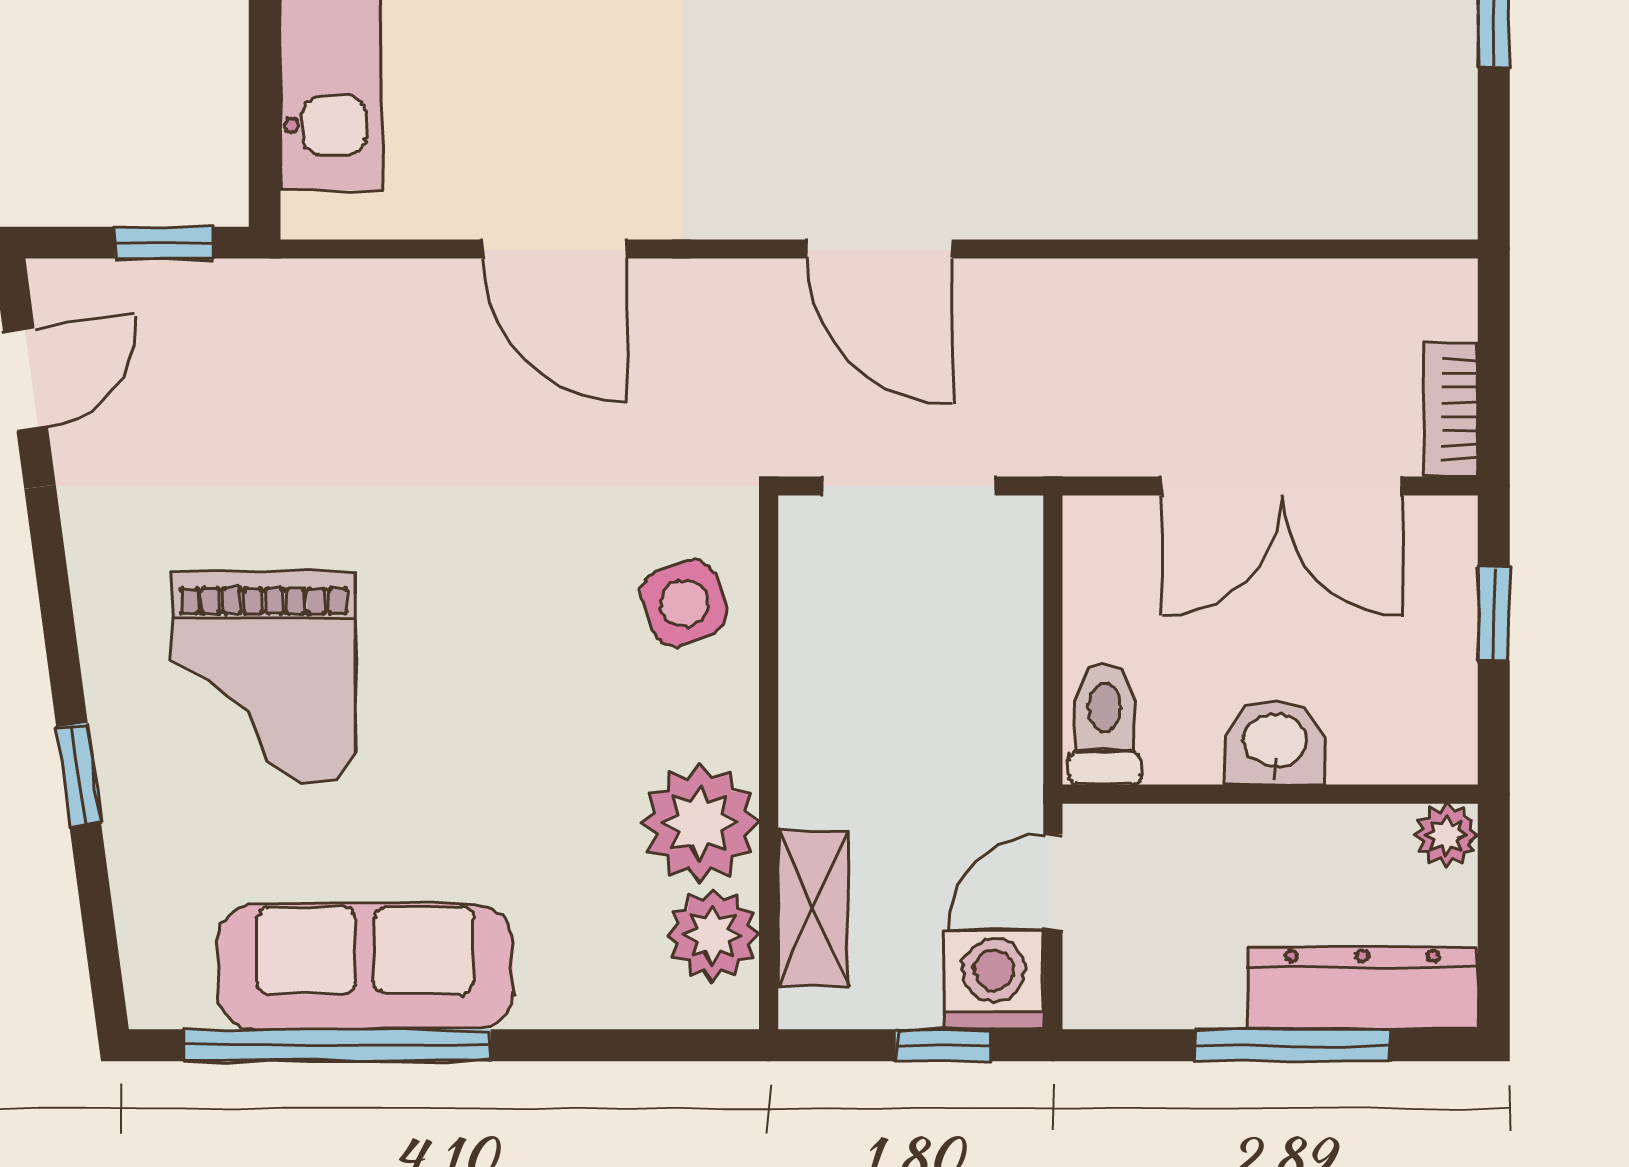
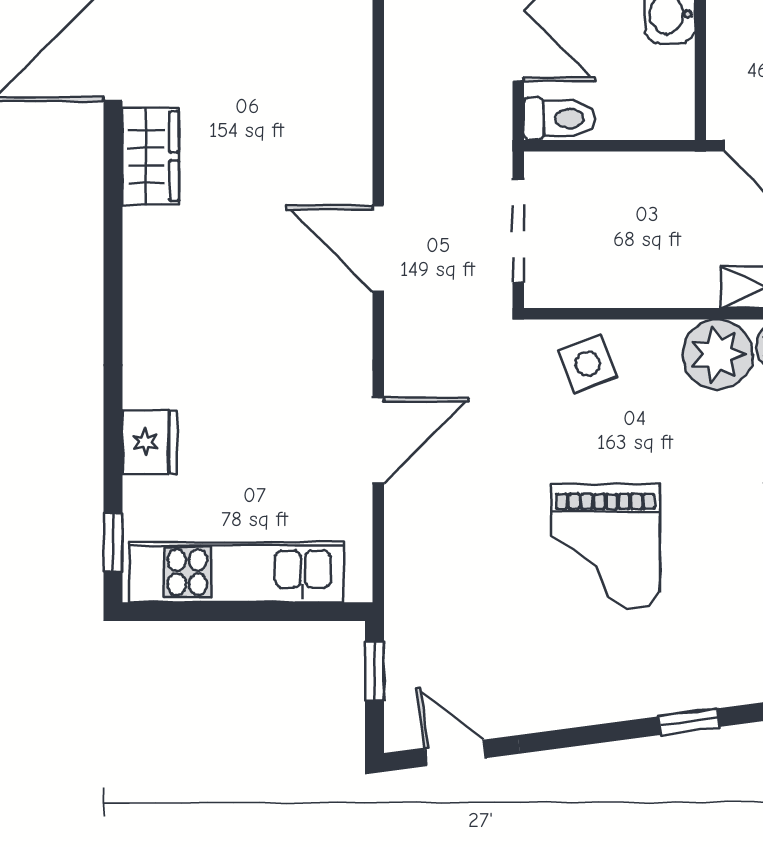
door: (879, 249) -> (378, 248), swing flipped
grand piano: (264, 677) -> (605, 547), moved, turned 90
toilet: (1105, 725) -> (559, 119), moved, turned 180

